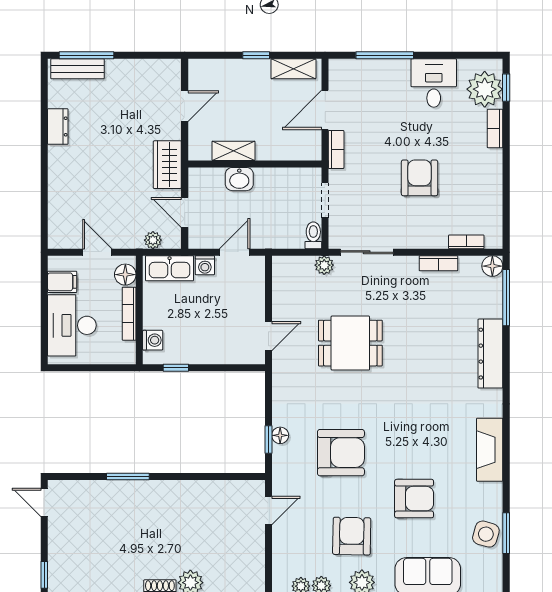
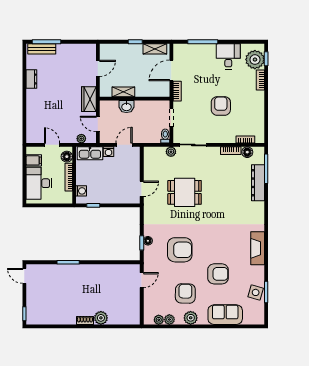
floor lamp: (492, 266) -> (247, 152), moved
dresser: (490, 354) -> (258, 183), moved

